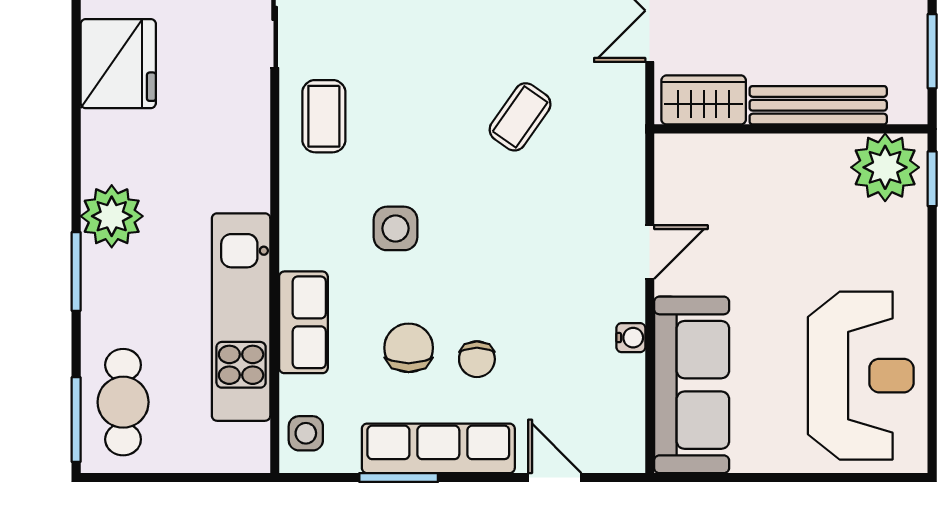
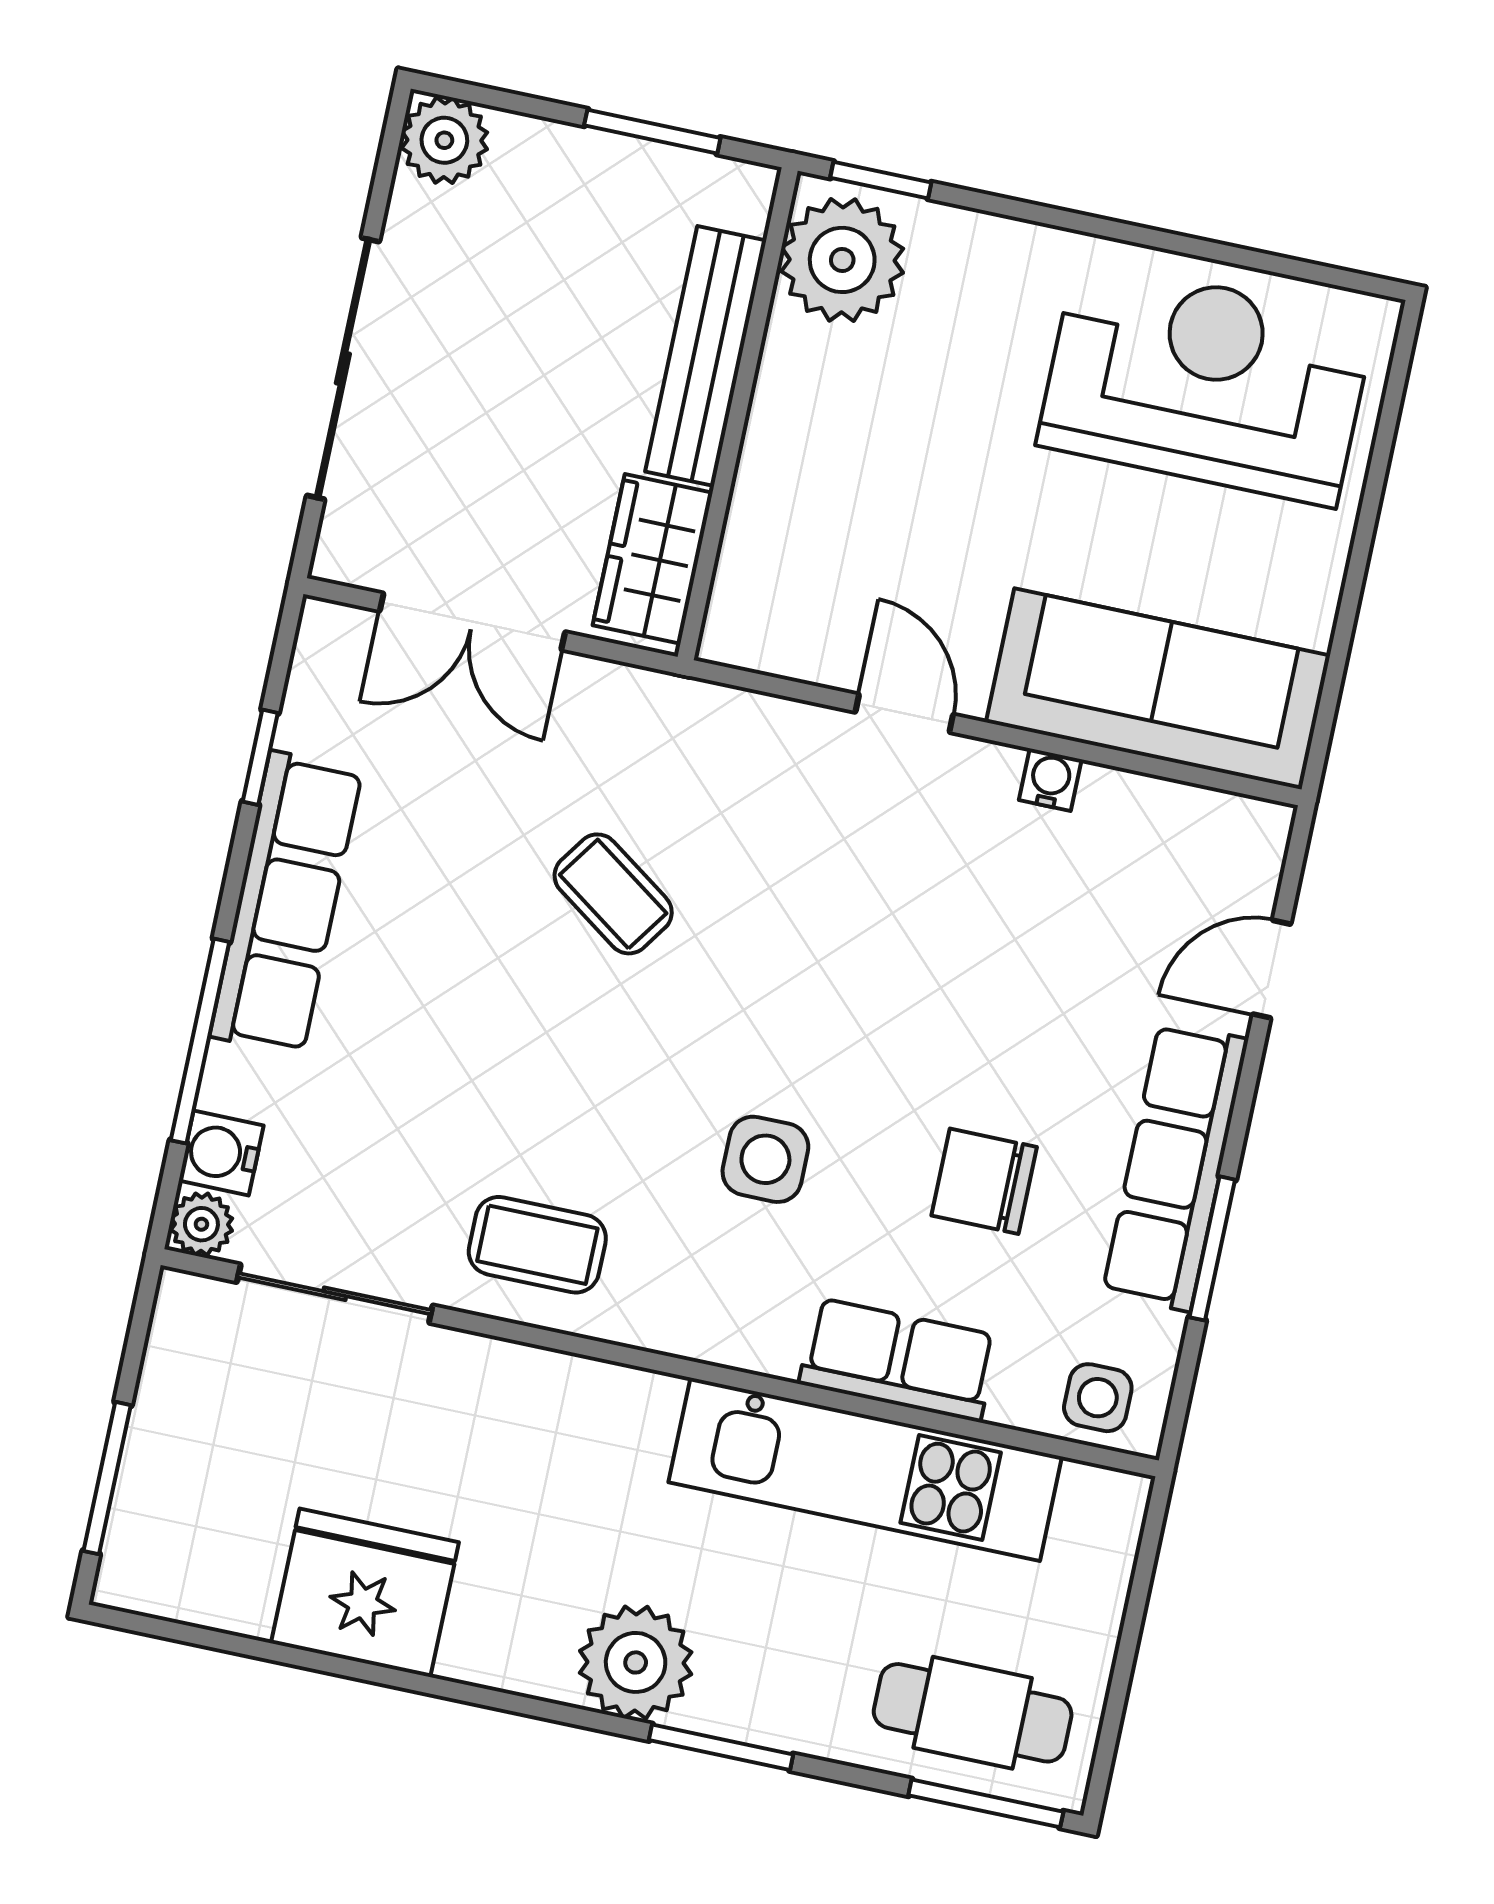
chair: (477, 359) -> (1030, 1063), removed

